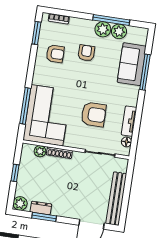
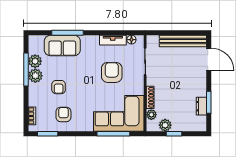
armchair: (86, 53) -> (59, 87), turned -90
plant: (20, 204) -> (165, 125), moved

